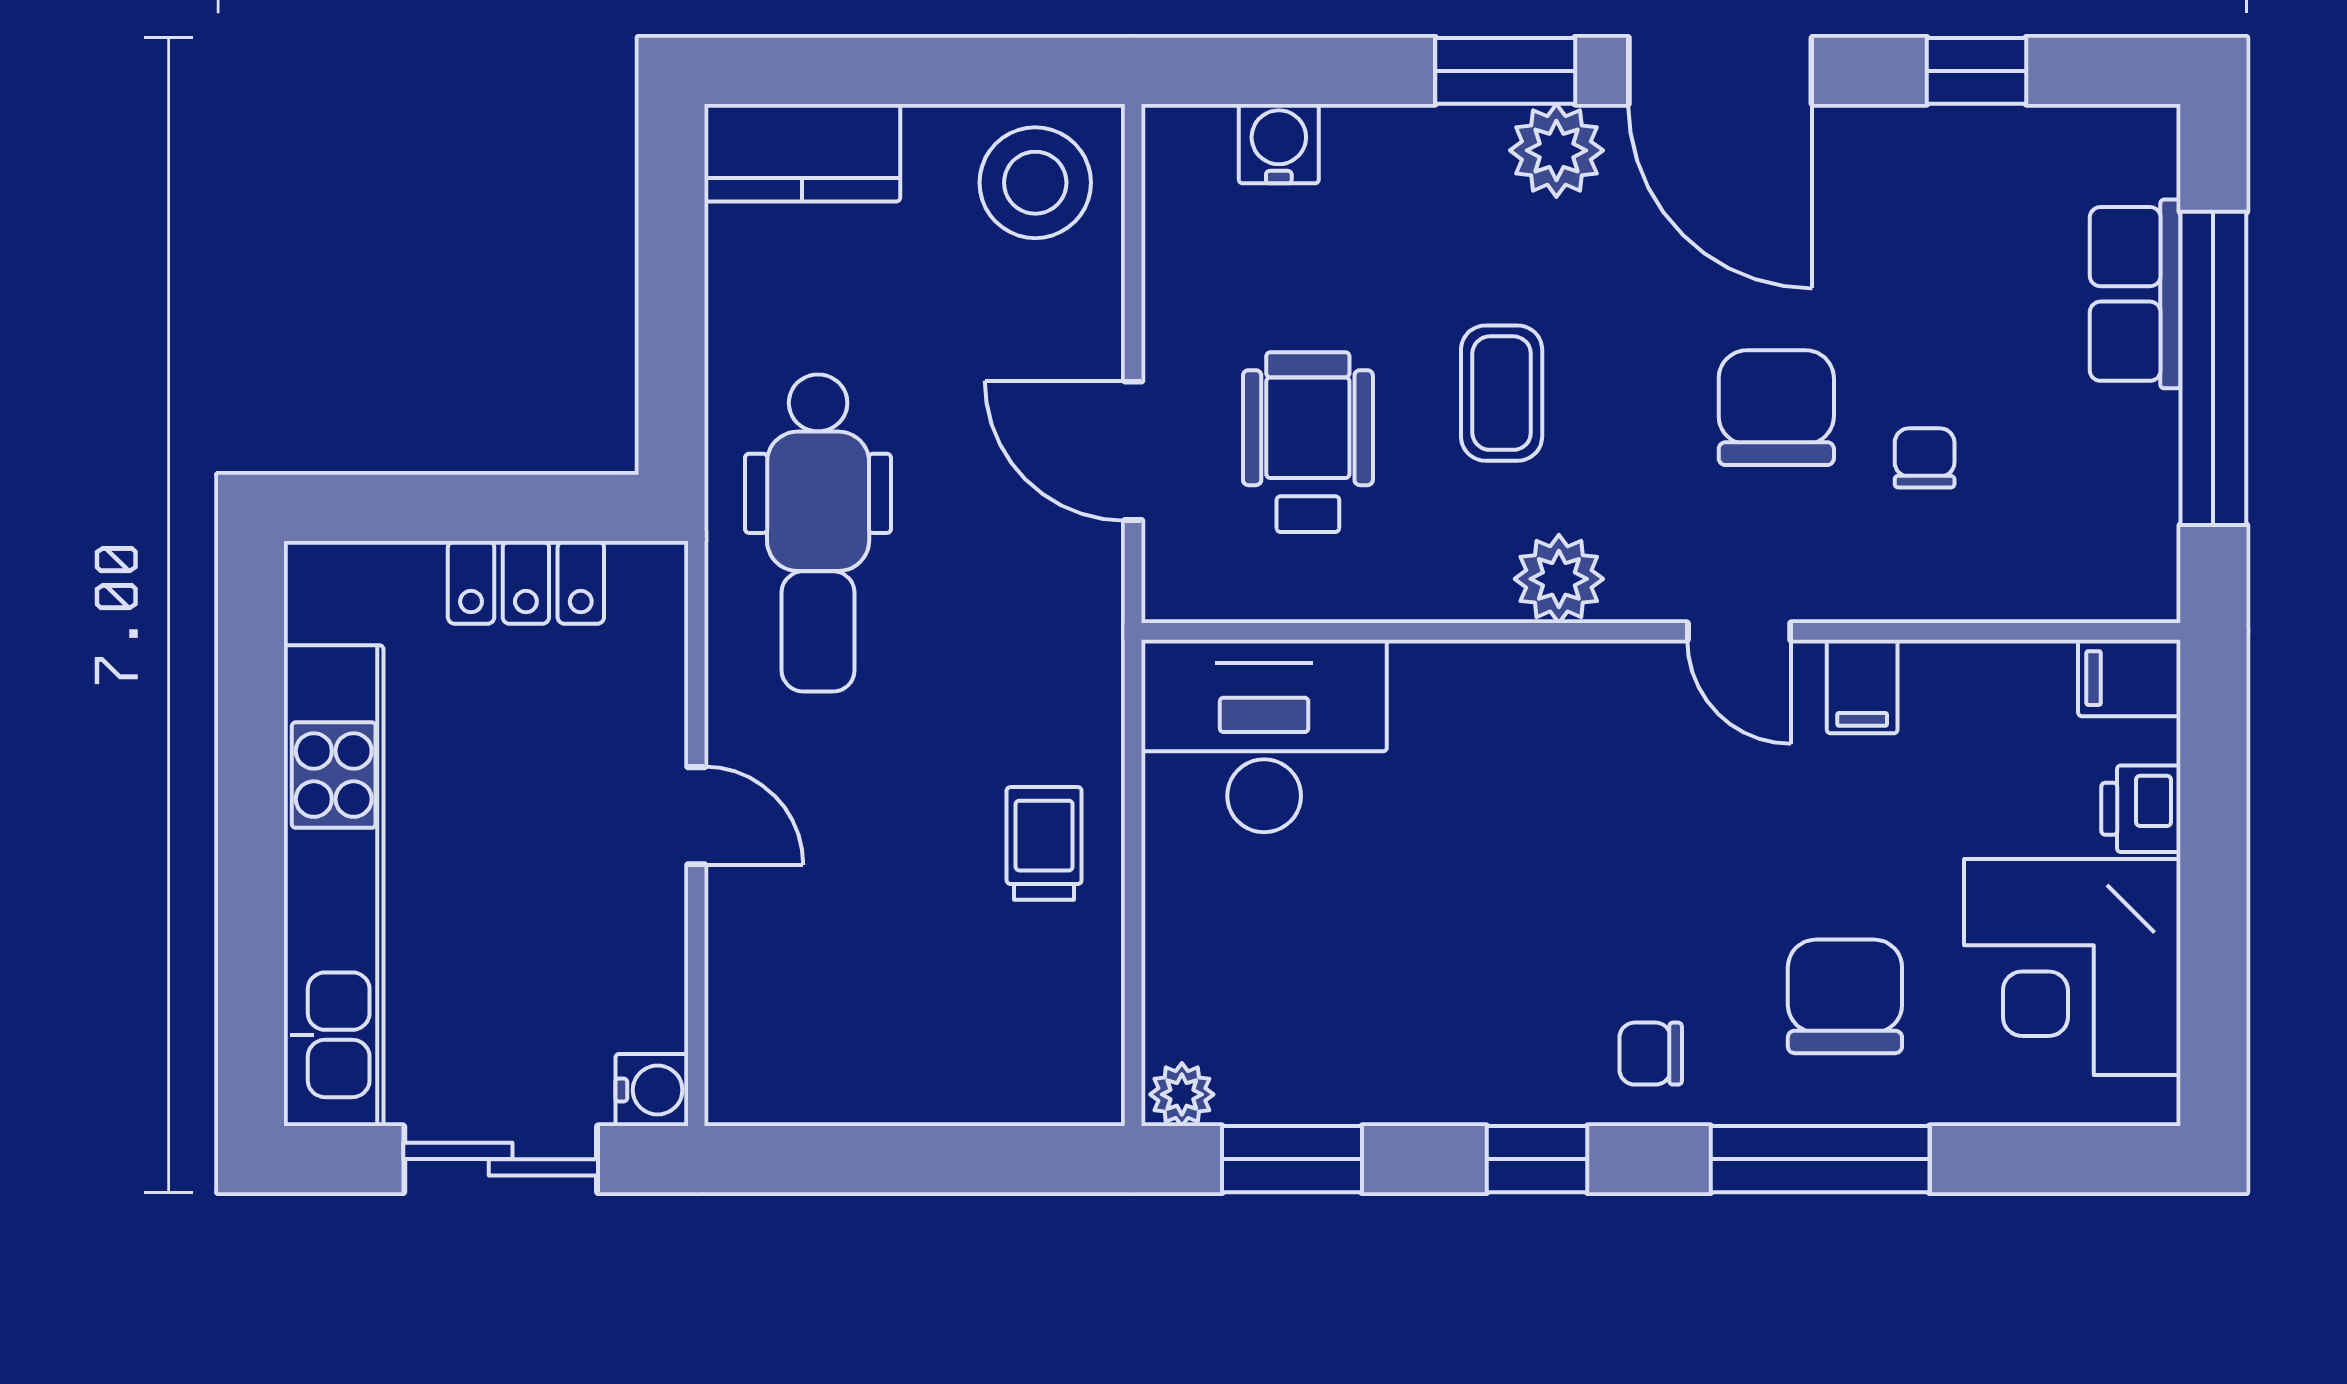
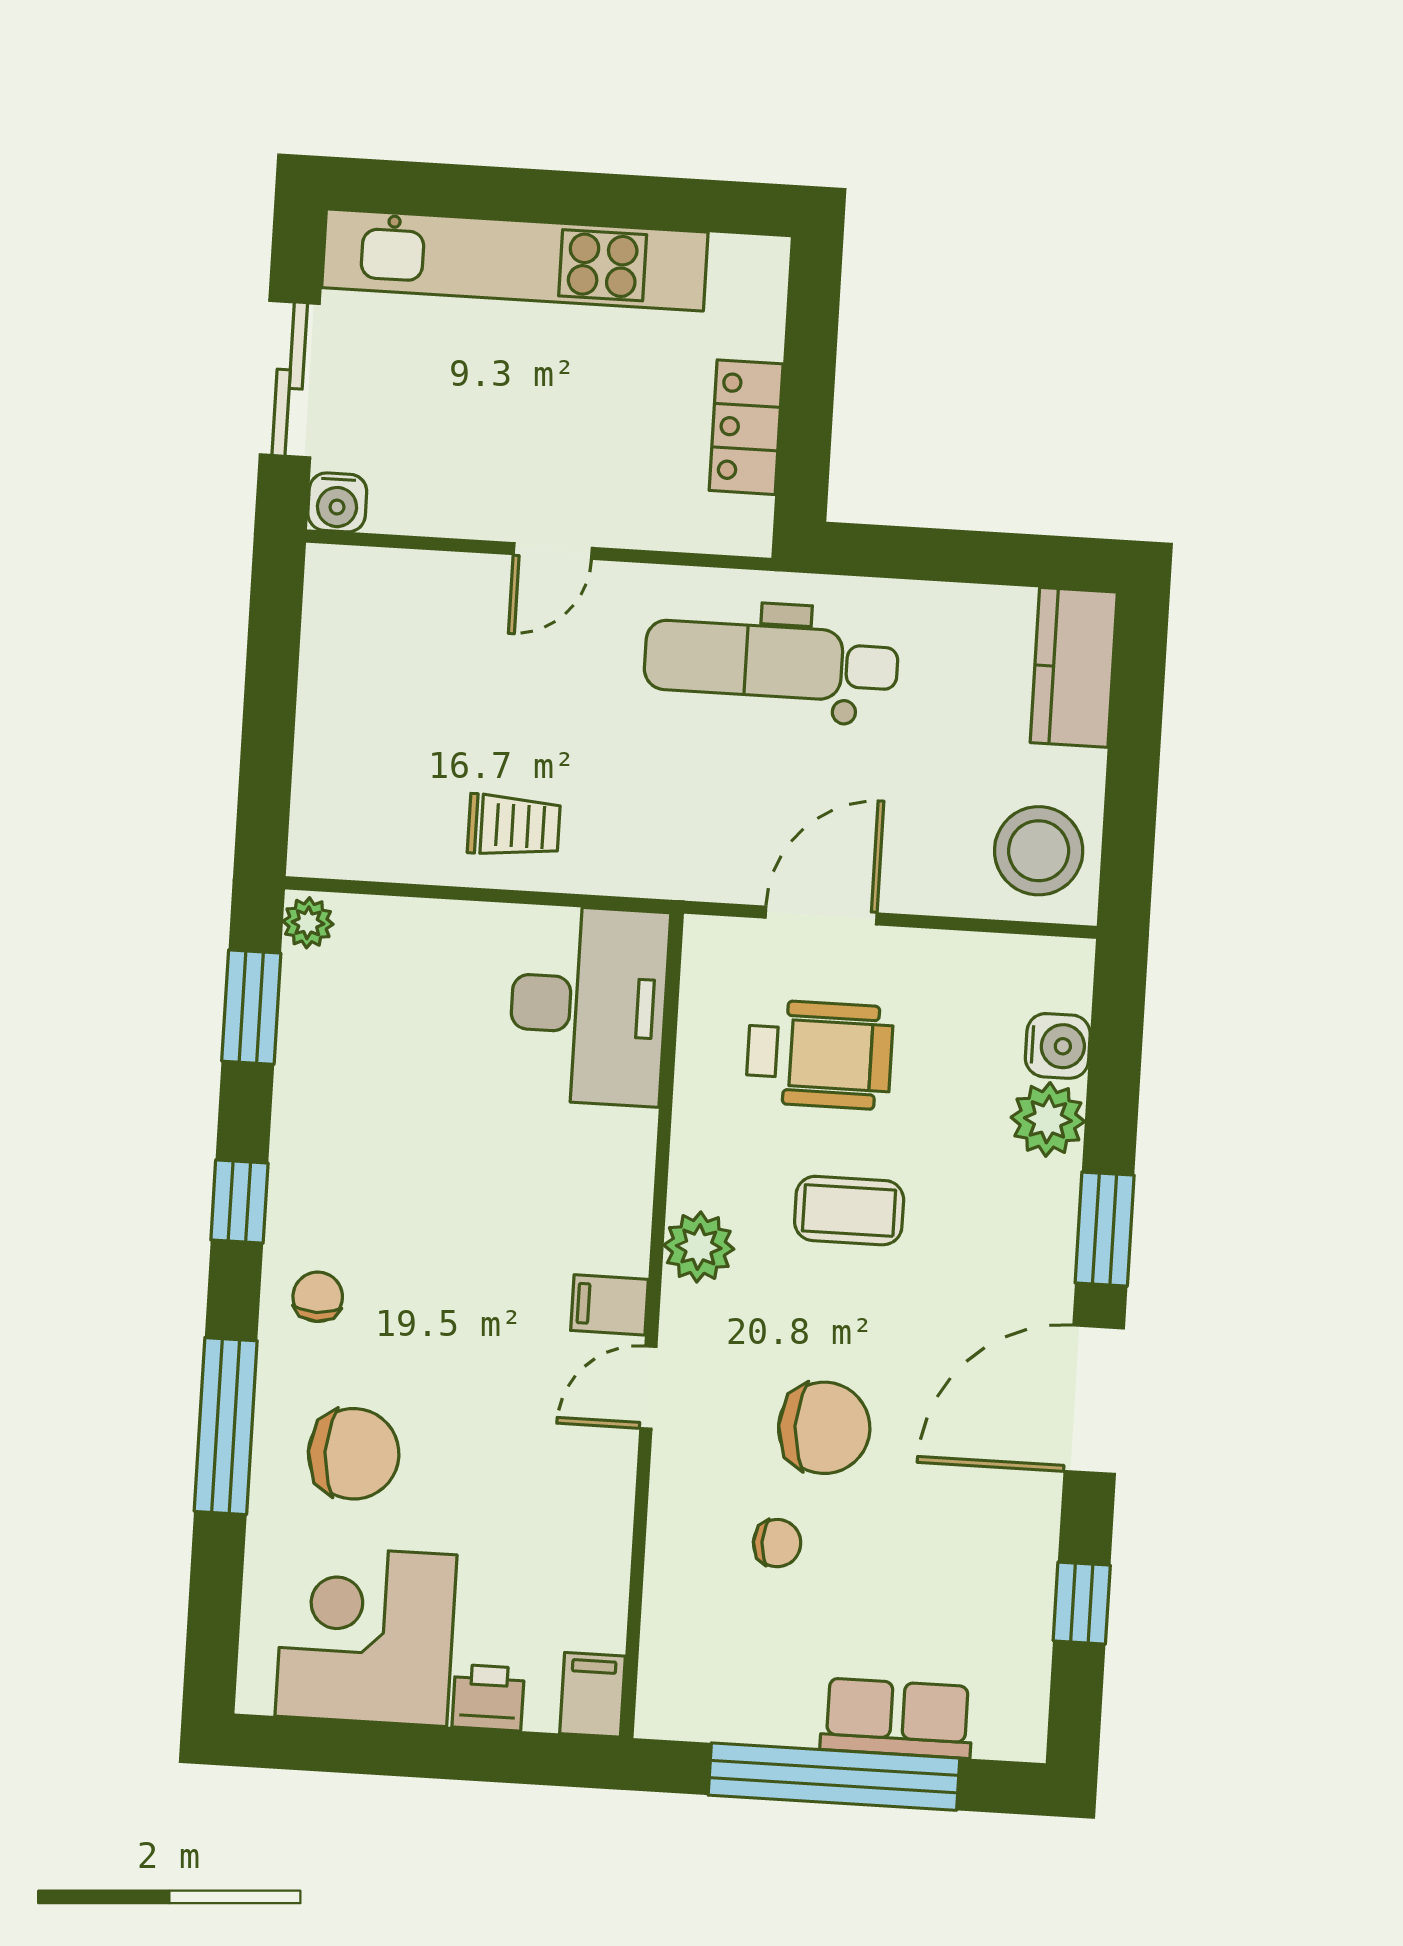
plant: (1556, 150) -> (1048, 1119), moved
filing cabinet: (1862, 687) -> (609, 1305), moved

